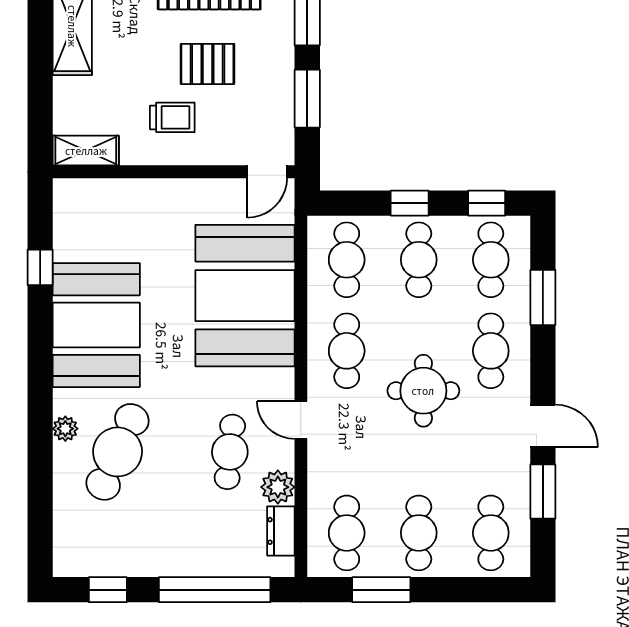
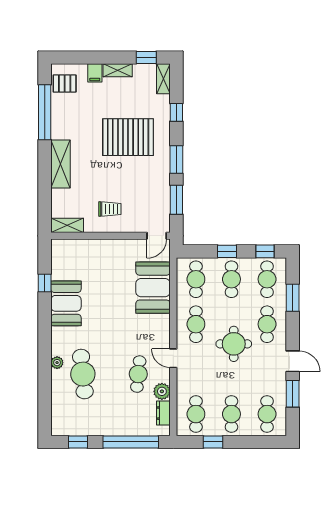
pallet: (207, 64) -> (127, 183), removed
booth: (245, 296) -> (153, 288), width x0.73, depth x0.70
booth: (96, 325) -> (66, 303), width x0.73, depth x0.70
cafe table: (118, 452) -> (83, 374), turned -30
window: (381, 590) -> (213, 442), width x0.67

